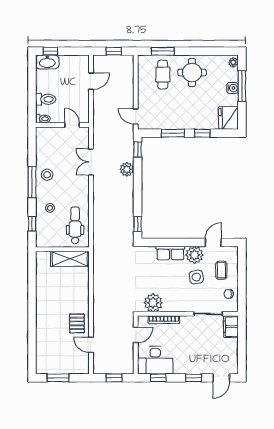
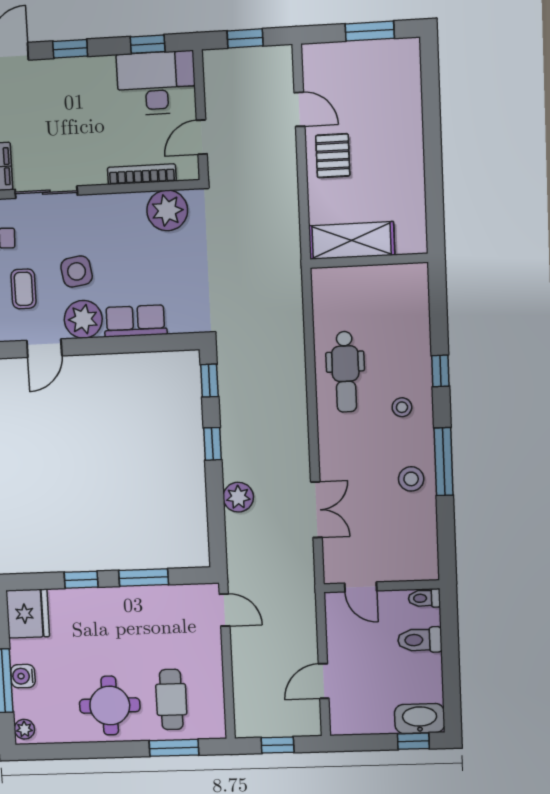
window: (138, 150) -> (212, 444), moved
wall: (62, 249) -> (369, 261), moved
shelving: (70, 259) -> (352, 240), moved

